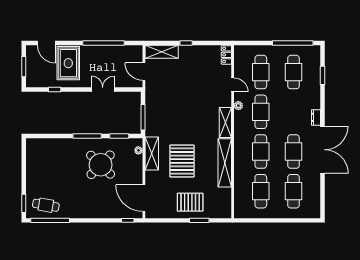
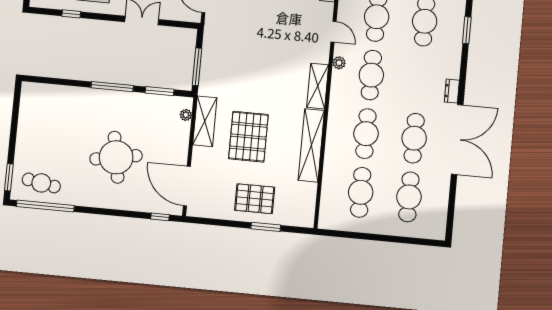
round table: (101, 165) -> (116, 157), moved, turned 36

